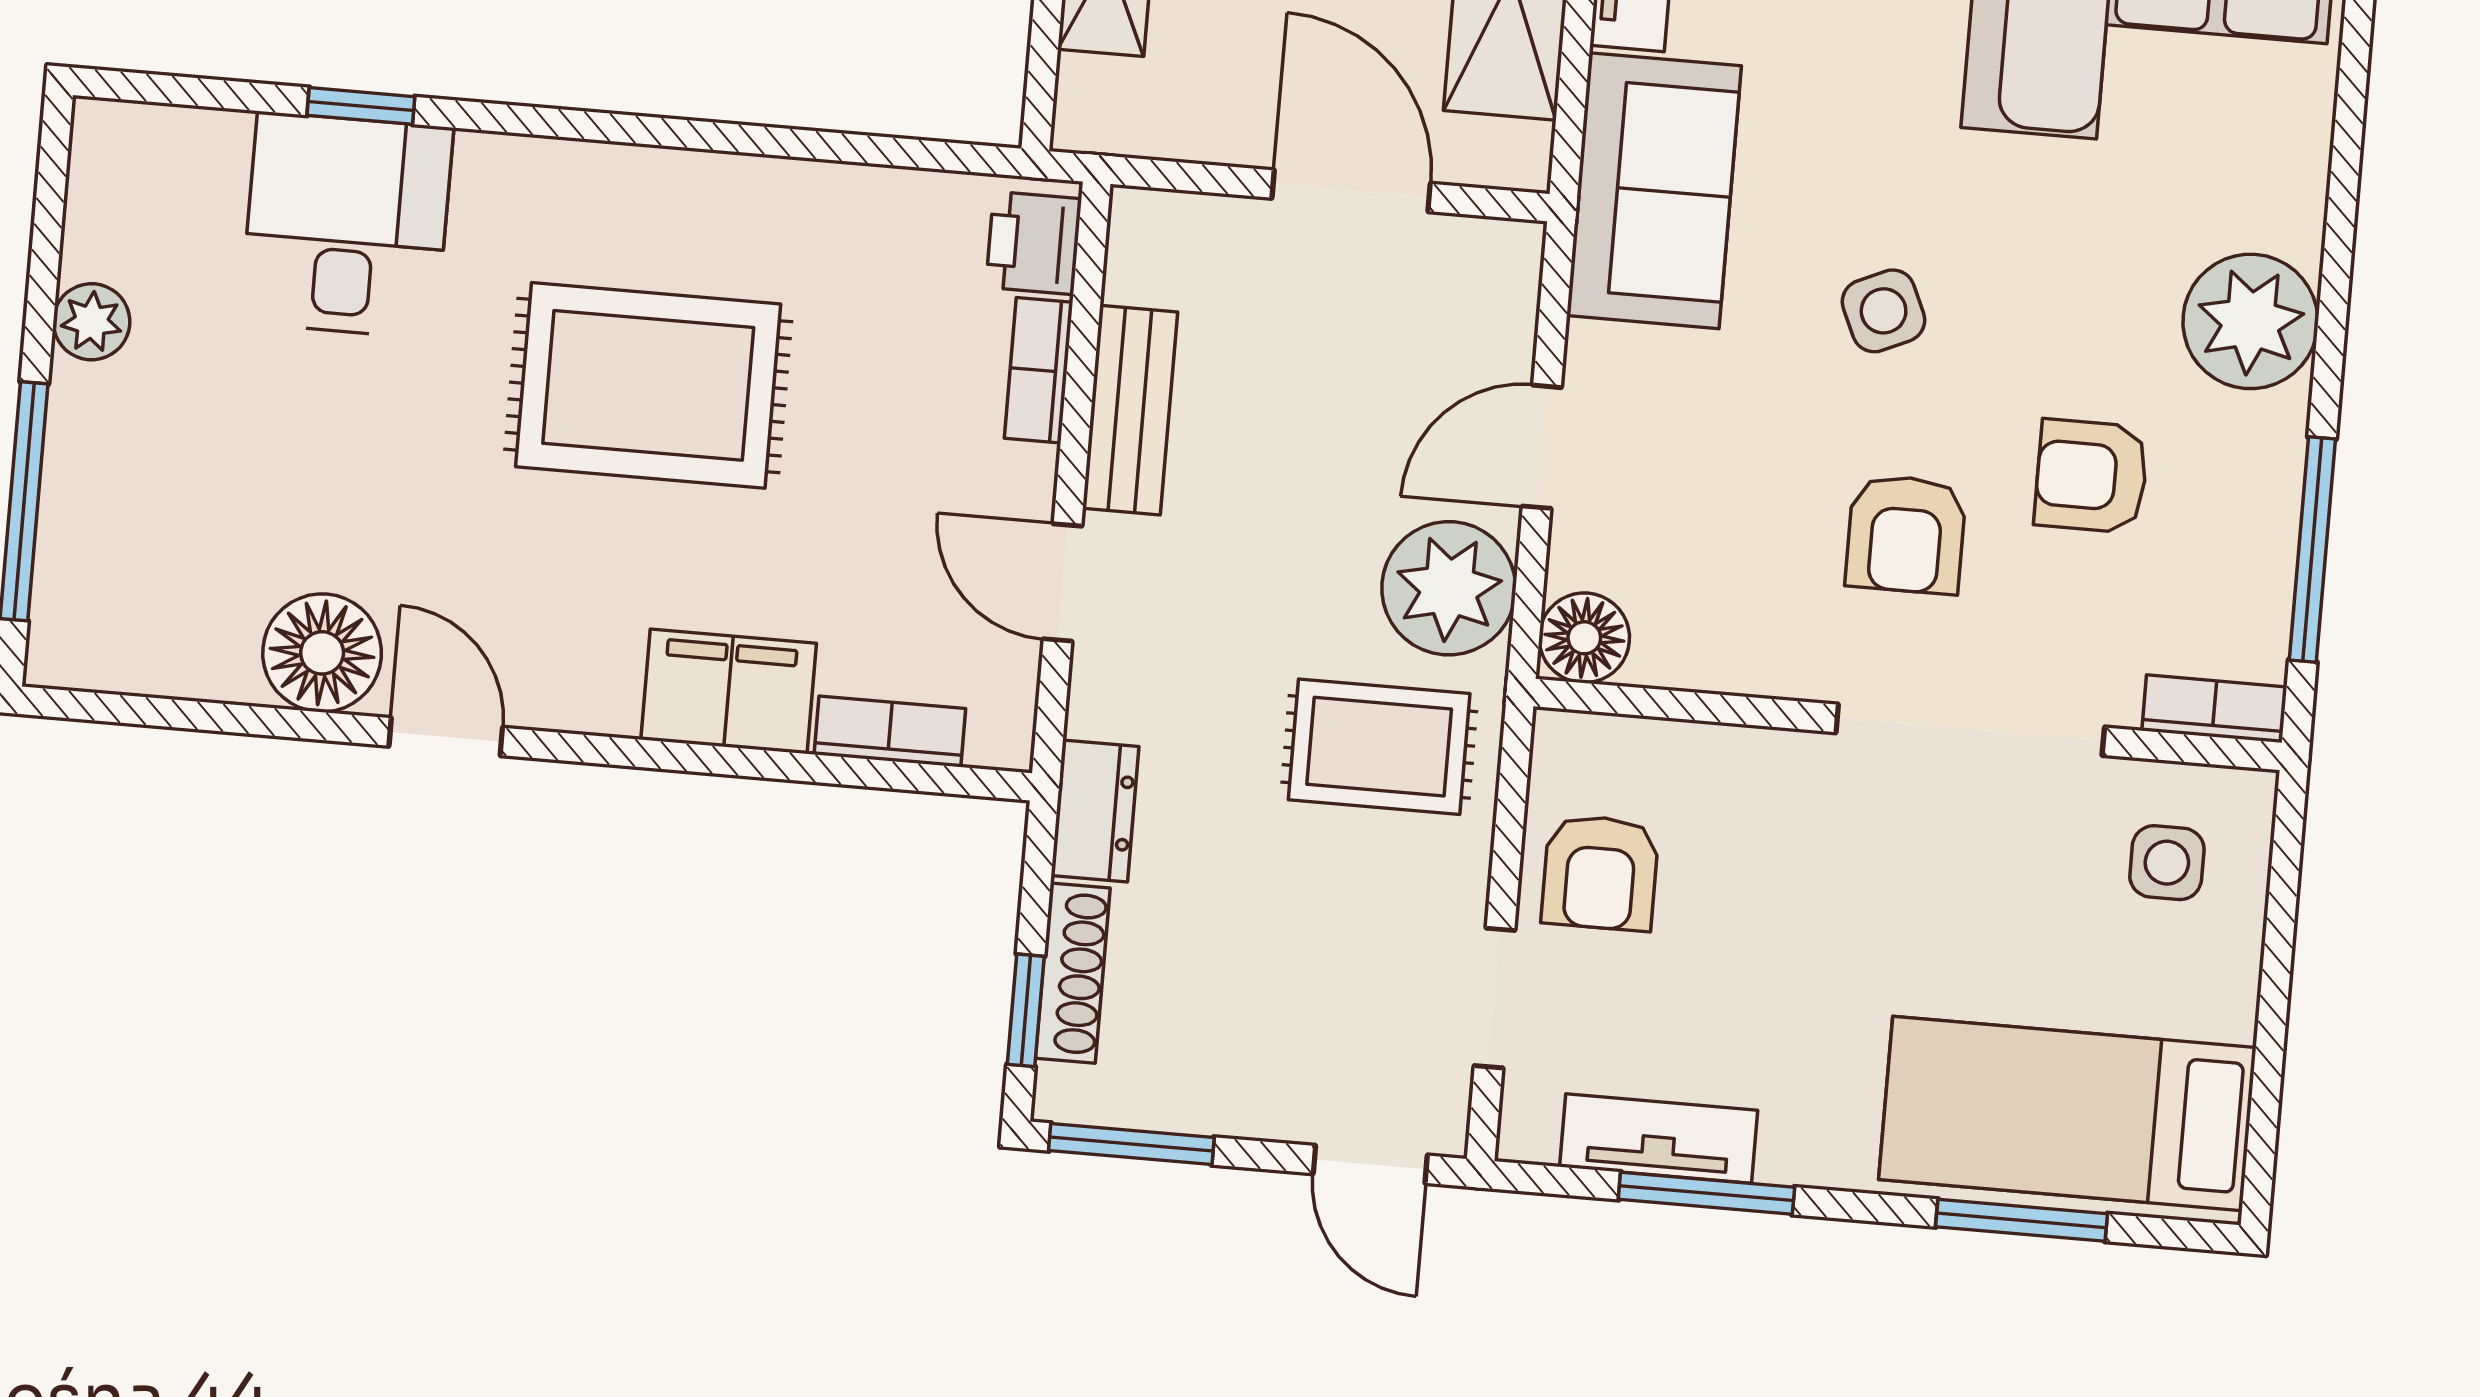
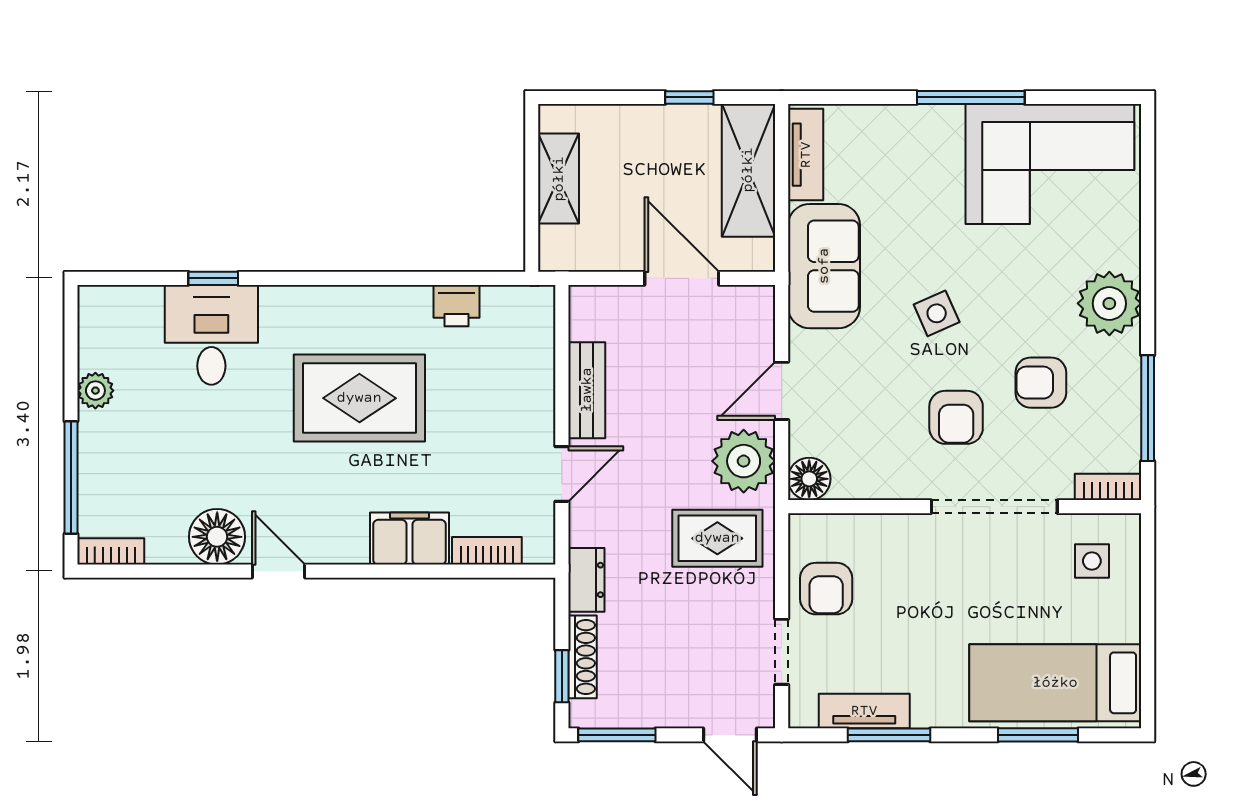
printer: (1034, 243) -> (457, 306), moved, turned -90
bookcase: (1038, 370) -> (111, 551), moved, turned 90
door: (1062, 583) -> (562, 474), swing flipped

